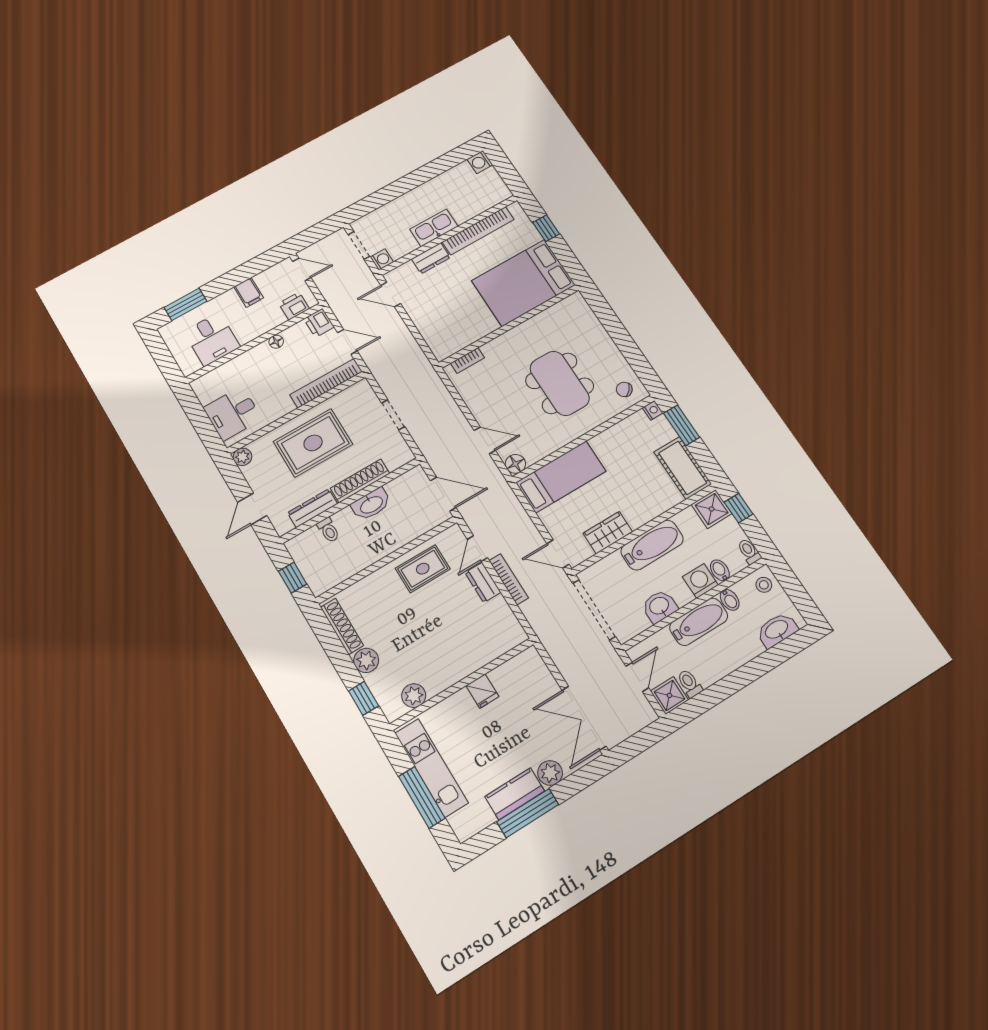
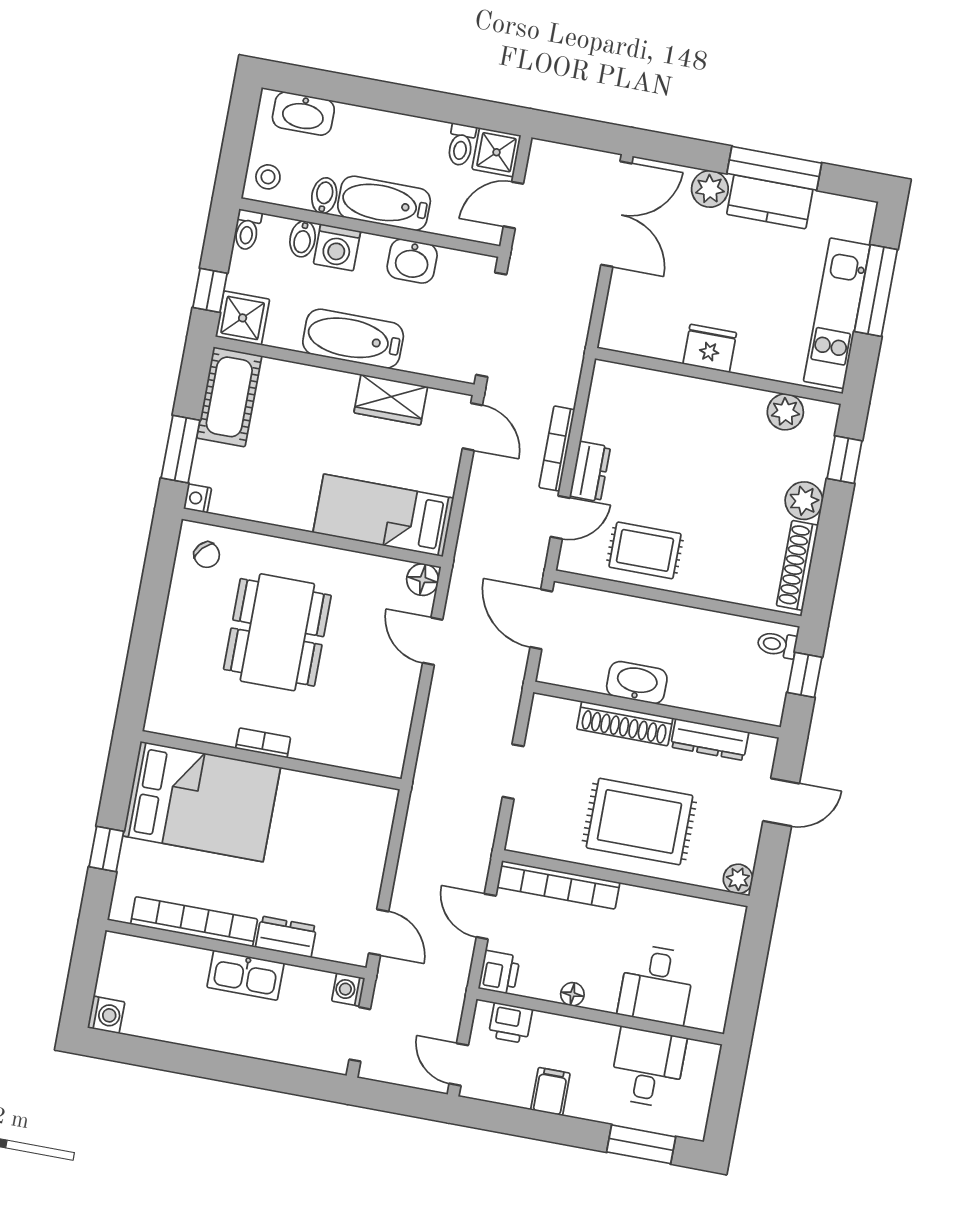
bookcase: (468, 360) -> (263, 743), moved
desk: (233, 413) -> (657, 984), moved, turned 90
toilet: (328, 530) -> (777, 645), moved, turned -90
fridge: (482, 691) -> (710, 348), width x1.38

